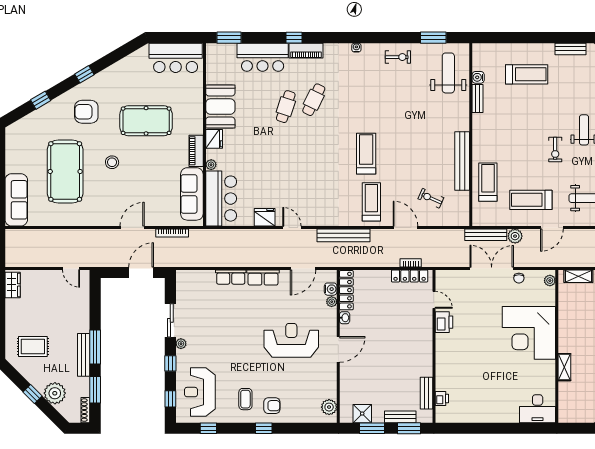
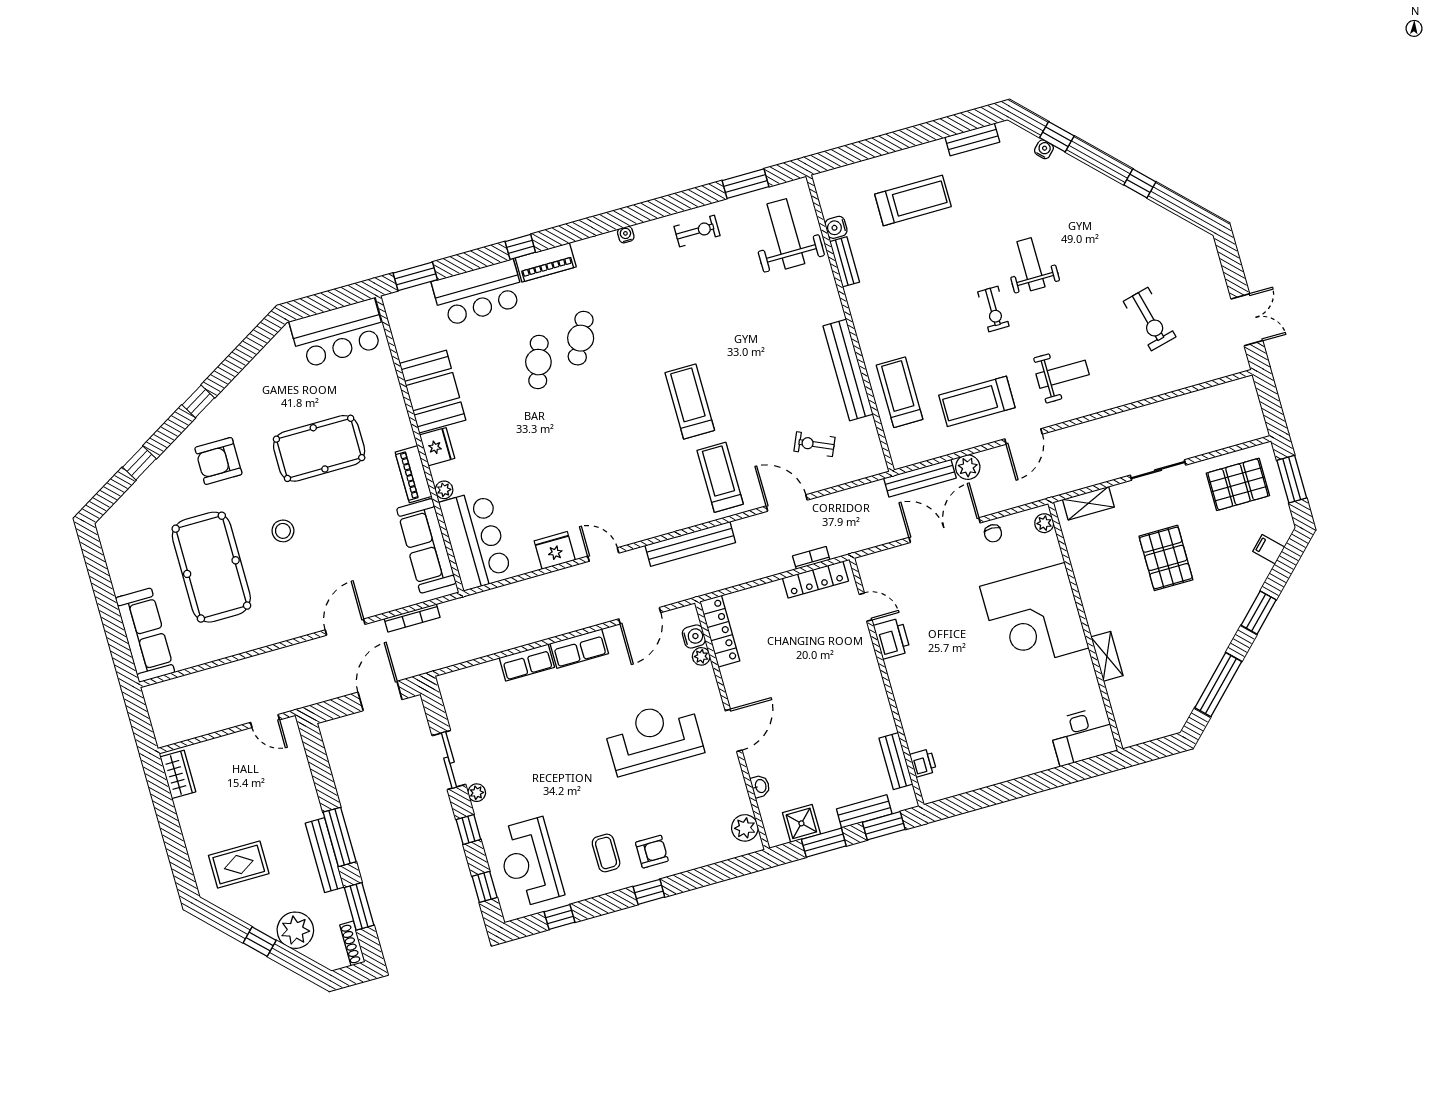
washbasin: (345, 318) -> (760, 786), moved

